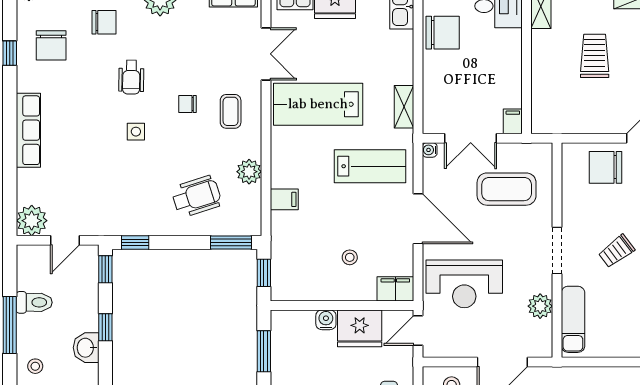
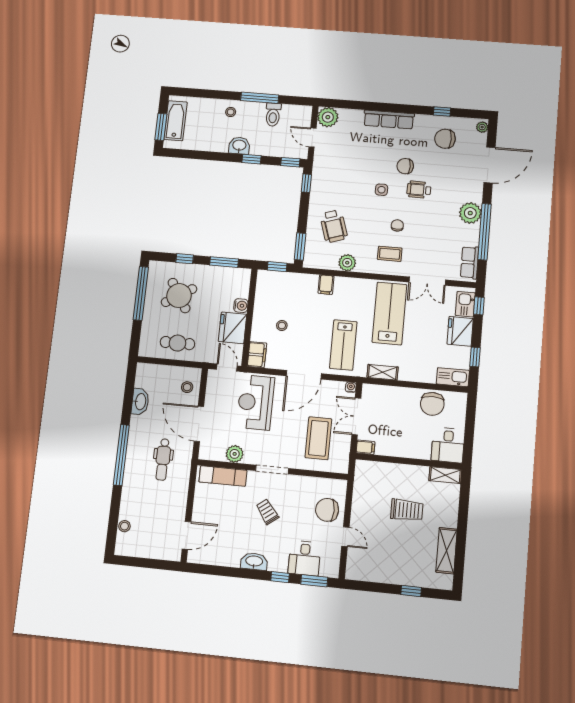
chair: (104, 22) -> (405, 166), moved, turned 90
chair: (606, 167) -> (327, 510), turned -90

